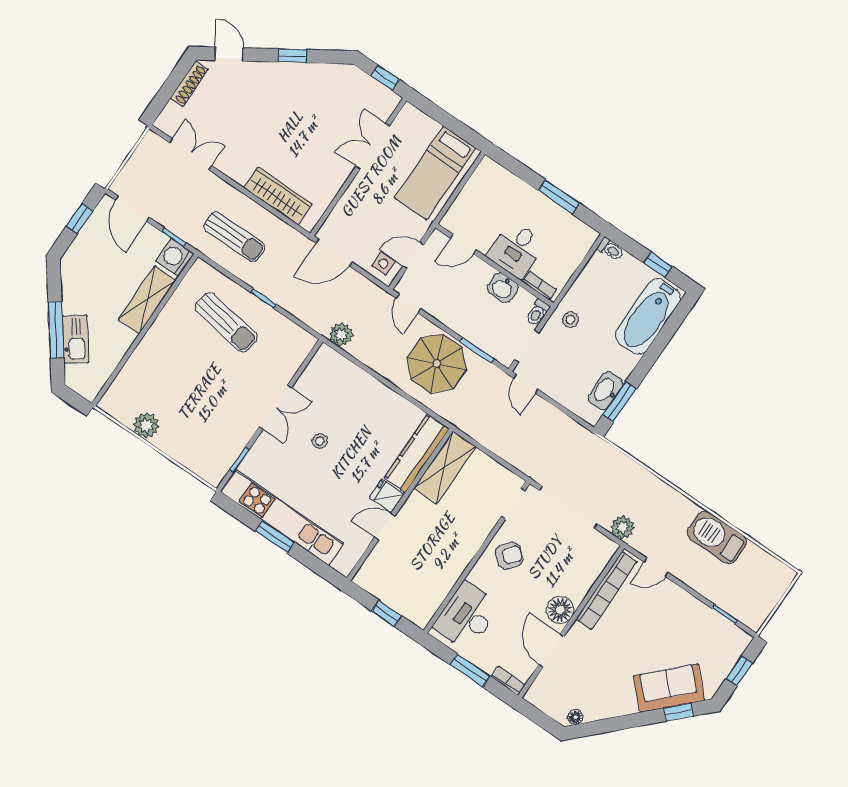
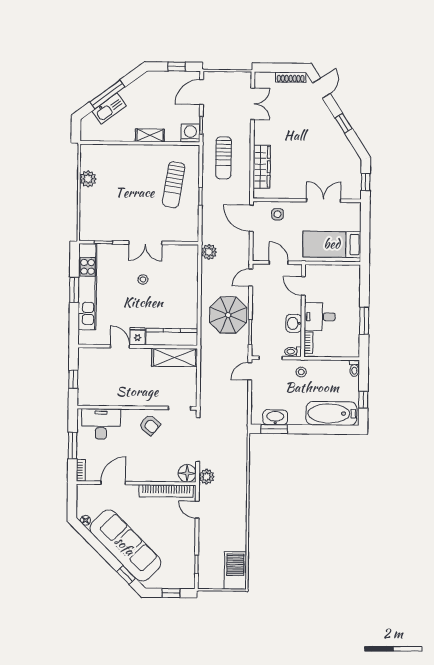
side table: (383, 264) -> (278, 214), moved
shelving: (147, 300) -> (150, 135), width x0.67, depth x0.75
barbecue: (717, 537) -> (235, 570), moved
floor lamp: (560, 610) -> (187, 473), moved
sofa: (669, 688) -> (125, 546), width x1.85, depth x1.27

